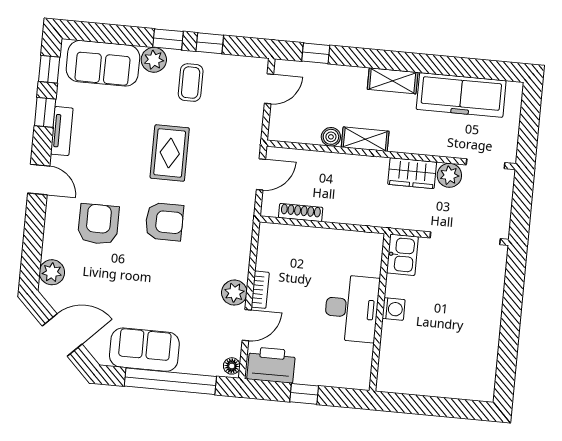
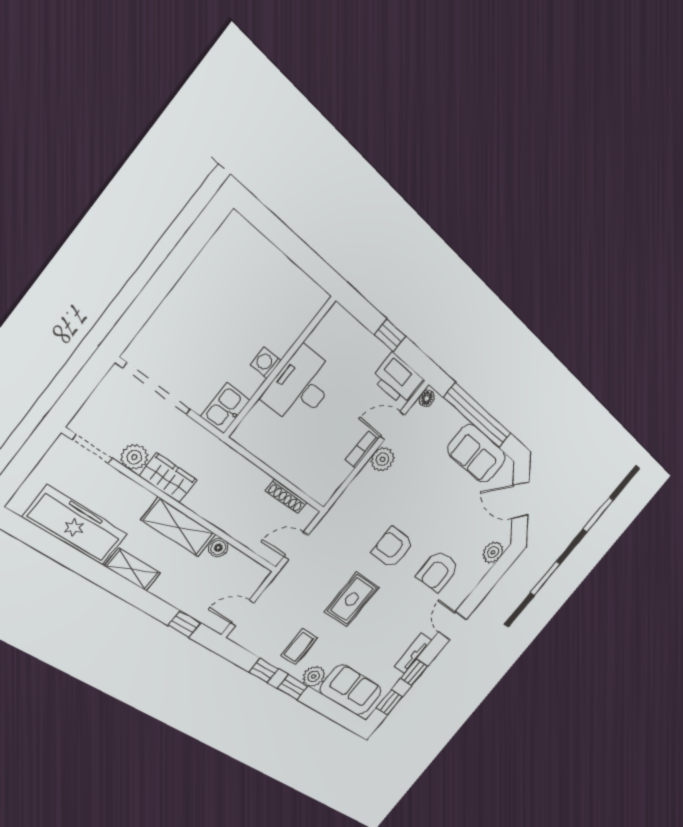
shelving: (365, 139) -> (179, 527), width x1.50, depth x1.33

